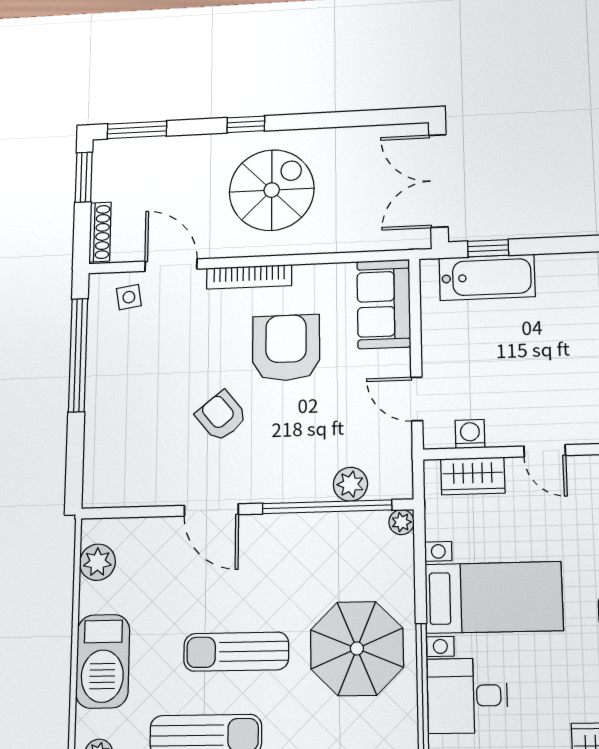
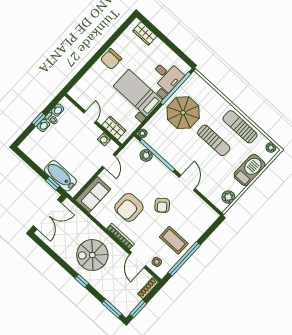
coffee table: (133, 370) -> (174, 240), added

